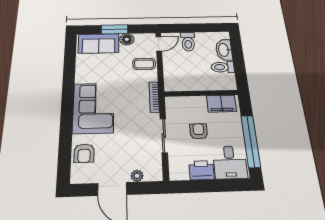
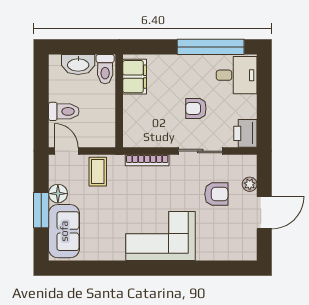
wall: (201, 93) -> (119, 101), moved
filing cabinet: (221, 104) -> (135, 77), moved
armchair: (84, 153) -> (216, 194), moved
printer: (201, 170) -> (245, 133), moved

